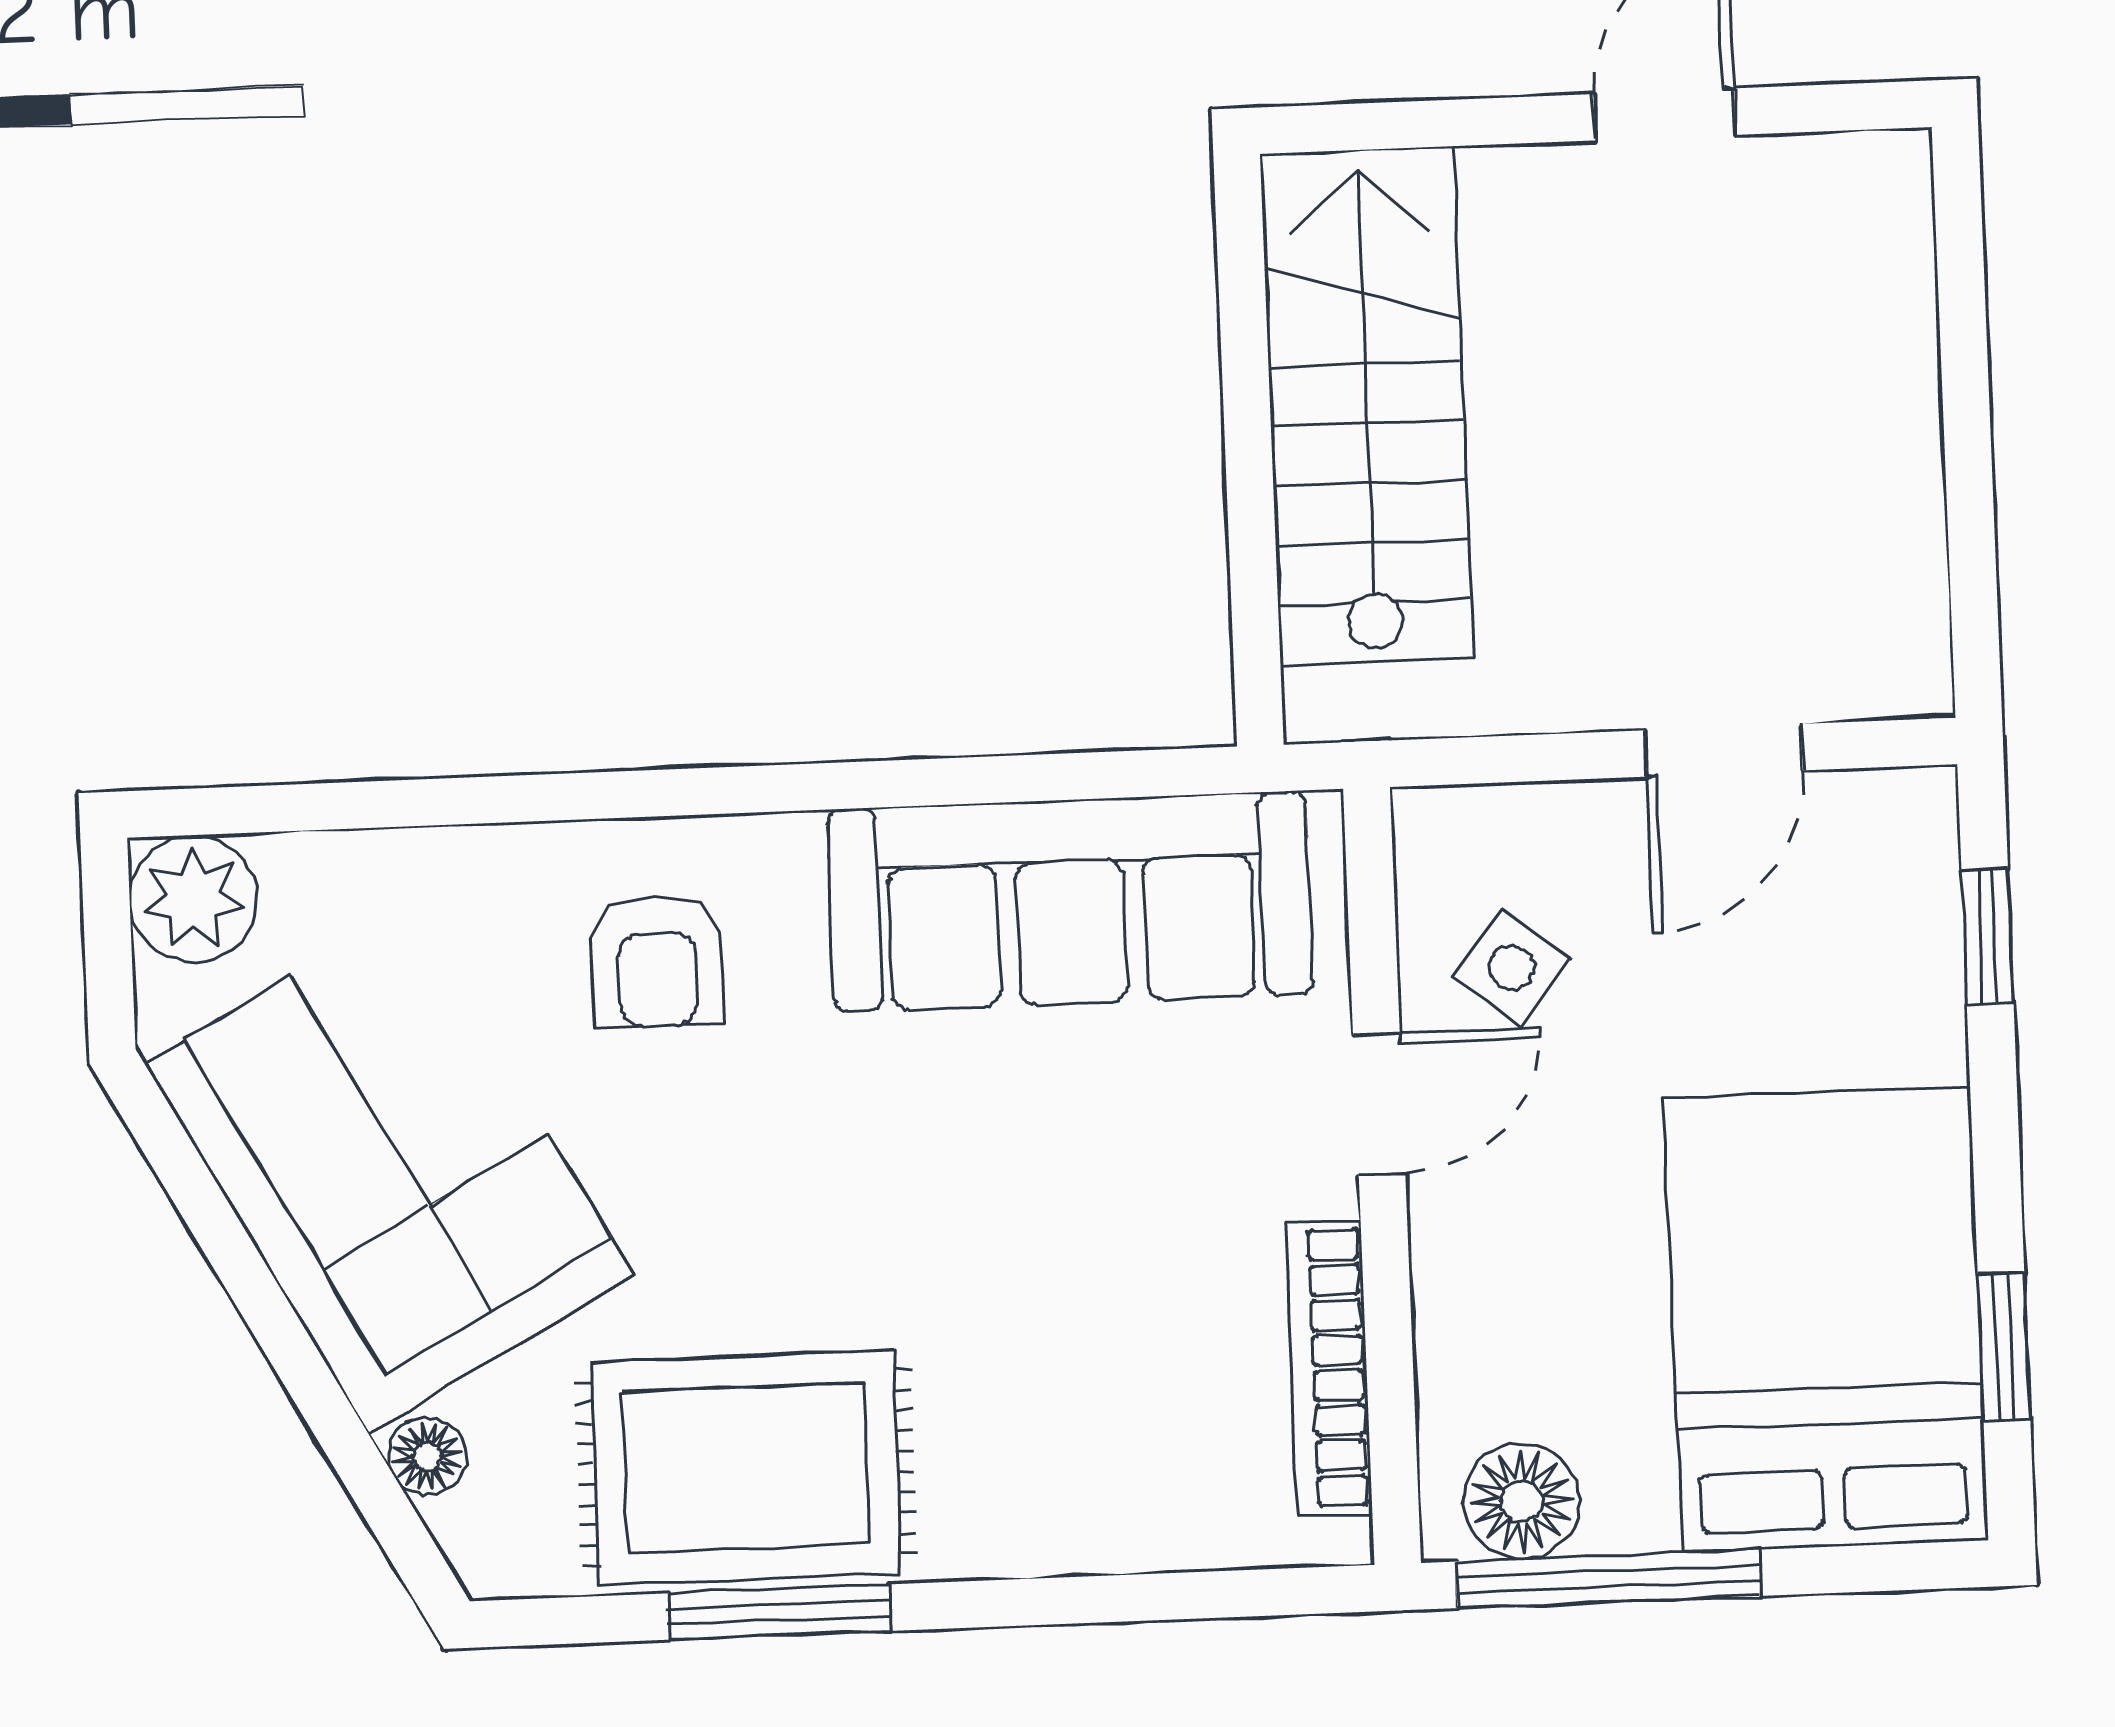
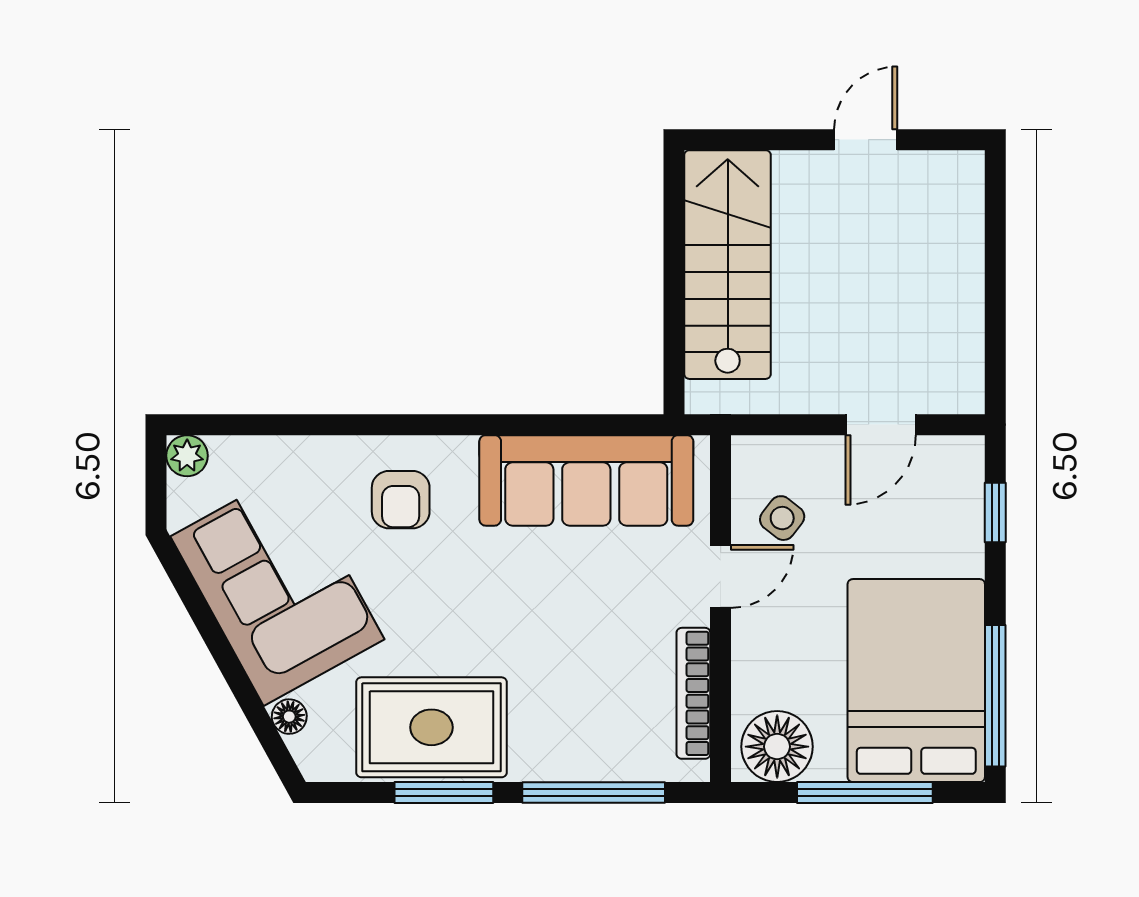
plant: (193, 899) -> (187, 456), width x0.73, depth x0.73
window: (2004, 1346) -> (995, 696), width x2.17
floor lamp: (1522, 1501) -> (777, 747), width x1.38, depth x1.38
window: (1608, 1579) -> (865, 792), moved
window: (1114, 1599) -> (594, 792), added

